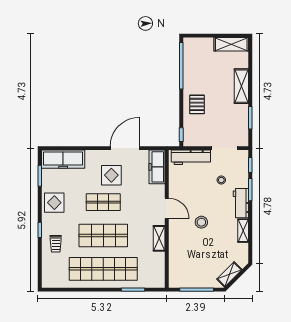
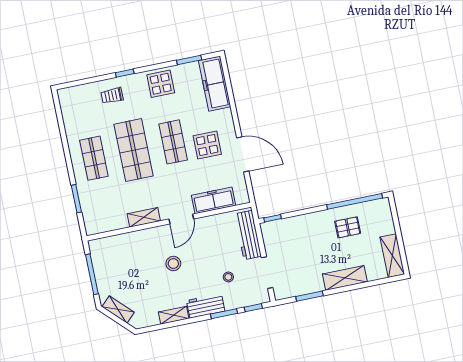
pallet: (197, 104) -> (348, 227), moved
freezer: (157, 167) -> (213, 200), moved
shop shelf: (103, 269) -> (94, 158), width x0.50, depth x0.74

